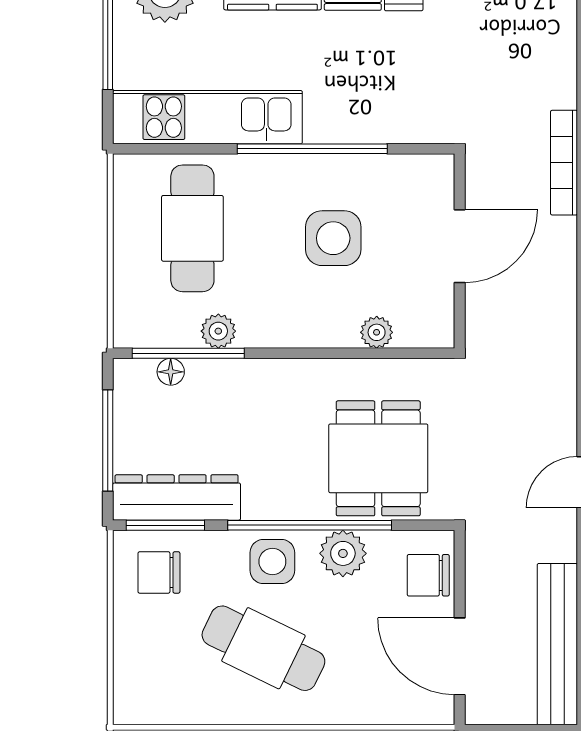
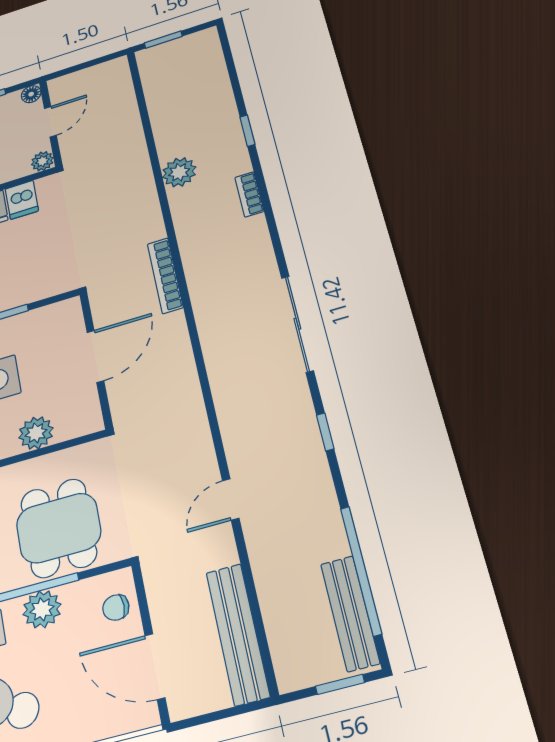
plant: (377, 332) -> (36, 433), width x1.38, depth x1.38
chair: (428, 575) -> (116, 608), width x0.73, depth x0.73

